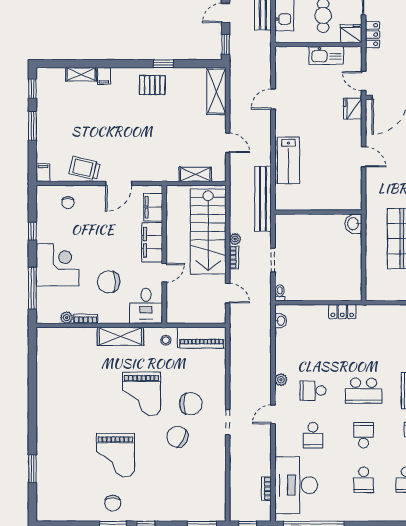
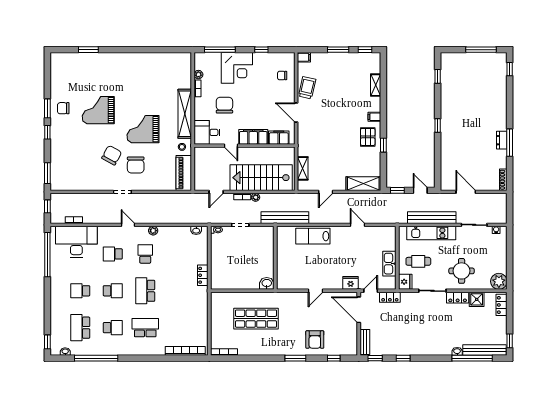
locker: (372, 35) -> (390, 297), moved
filing cabinet: (104, 76) -> (374, 117), moved
shelving: (120, 336) -> (185, 114), width x1.47

